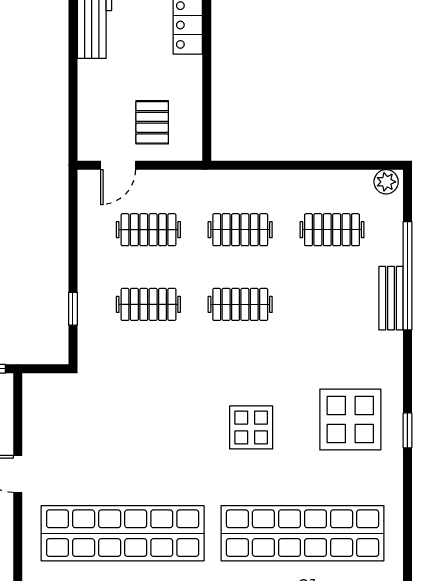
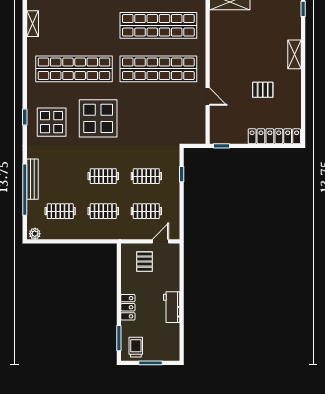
bench: (391, 298) -> (33, 179), width x1.36
display table: (251, 427) -> (98, 118), width x1.86, depth x1.86

